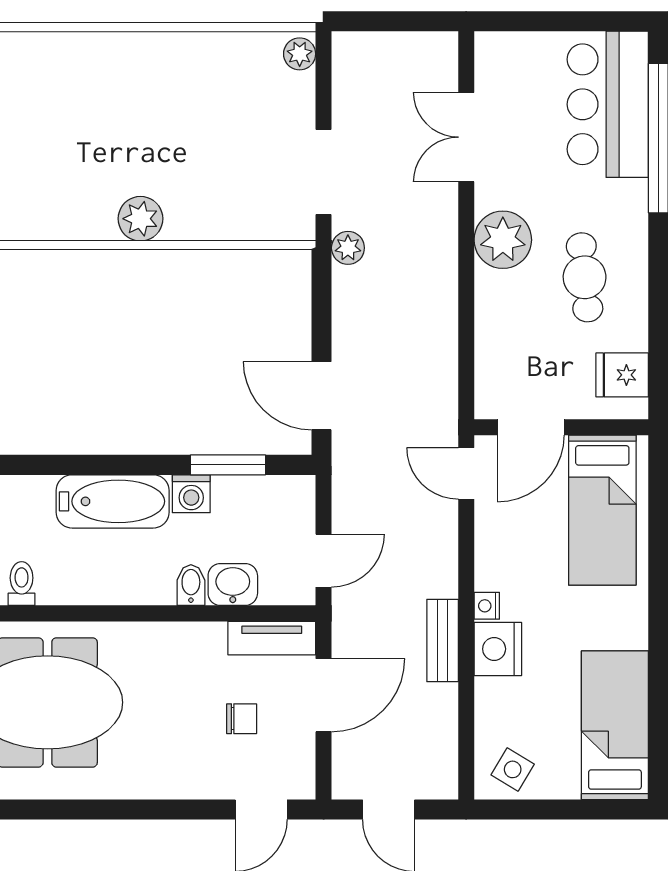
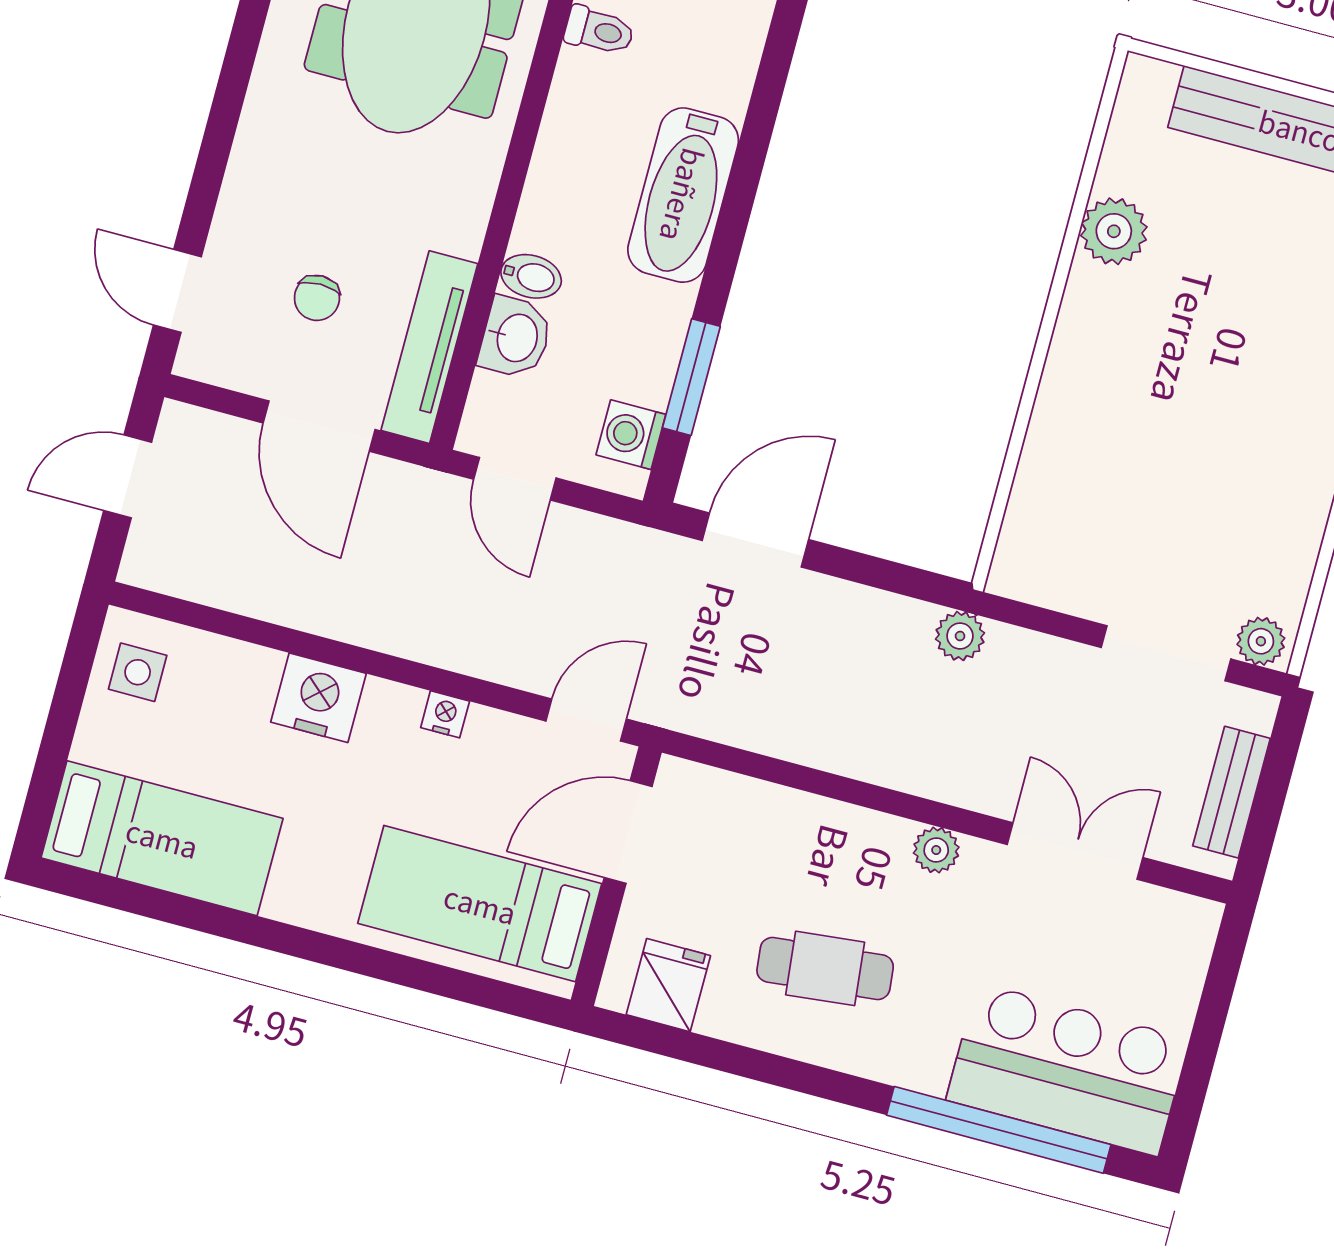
doorway: (324, 172) -> (1166, 653), moved
plant: (140, 219) -> (1114, 231), moved
plant: (503, 240) -> (936, 850), width x0.53, depth x0.53
door: (531, 427) -> (628, 832), hinge flipped
washing machine: (191, 494) -> (631, 435), moved
nightstand: (487, 606) -> (445, 714), moved
tv unit: (272, 638) -> (429, 347), width x1.41
bench: (443, 641) -> (1231, 792), moved, turned 90
side table: (513, 769) -> (138, 672), turned -31

